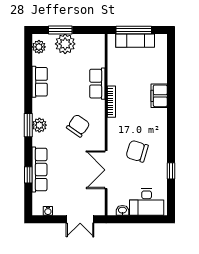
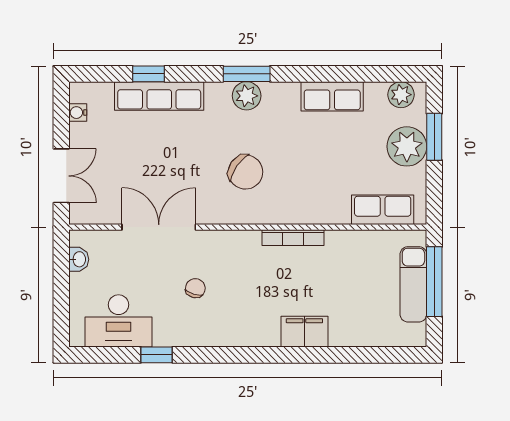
row of seats: (97, 84) -> (383, 210), moved
chair: (137, 151) -> (195, 288), width x0.54, depth x0.54
desk: (147, 202) -> (118, 321), moved, turned -90
double door: (80, 219) -> (61, 176), swing flipped

